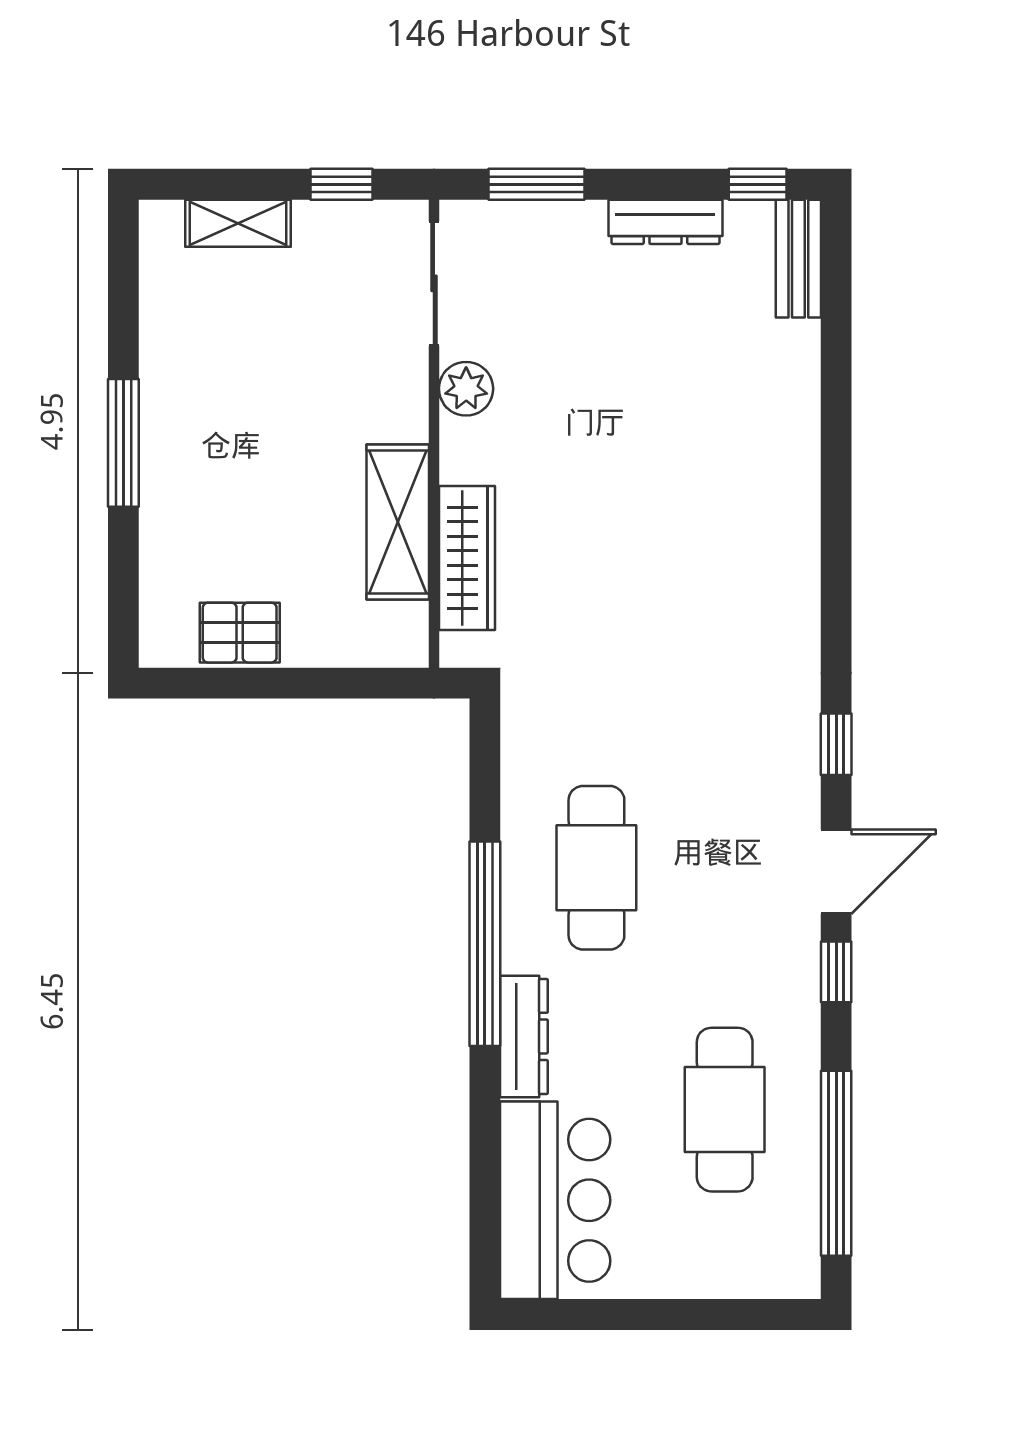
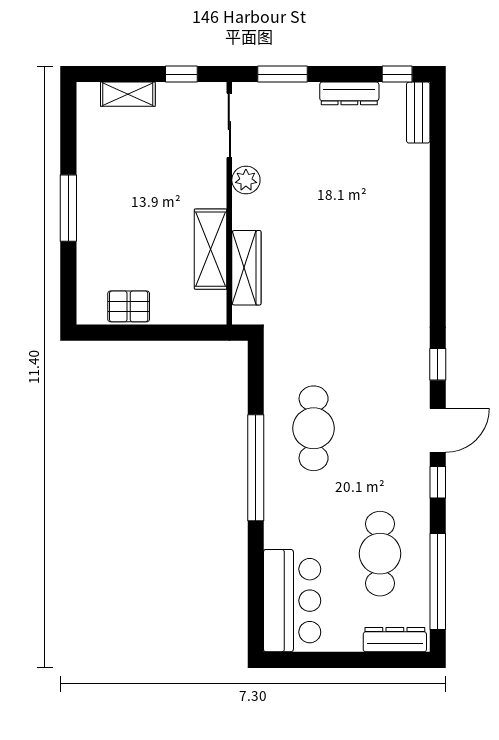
dresser: (524, 1036) -> (395, 640), moved, turned -90

